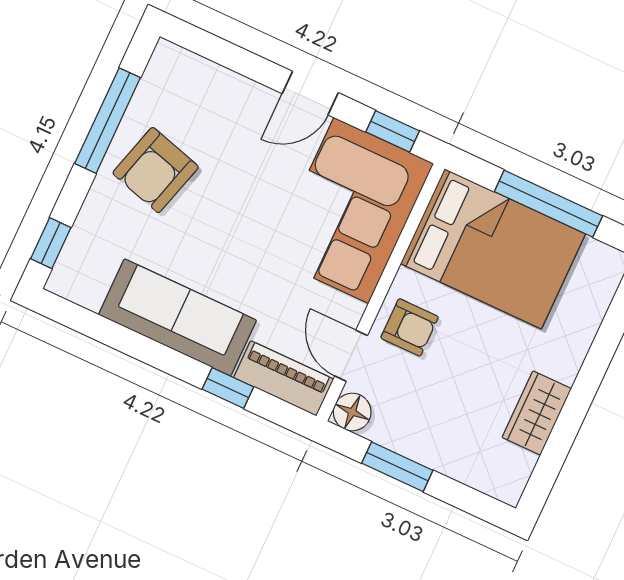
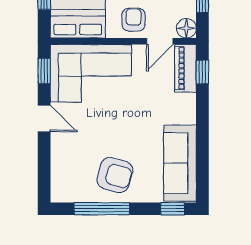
sofa: (177, 317) -> (180, 163), moved
window: (228, 388) -> (202, 72), moved

